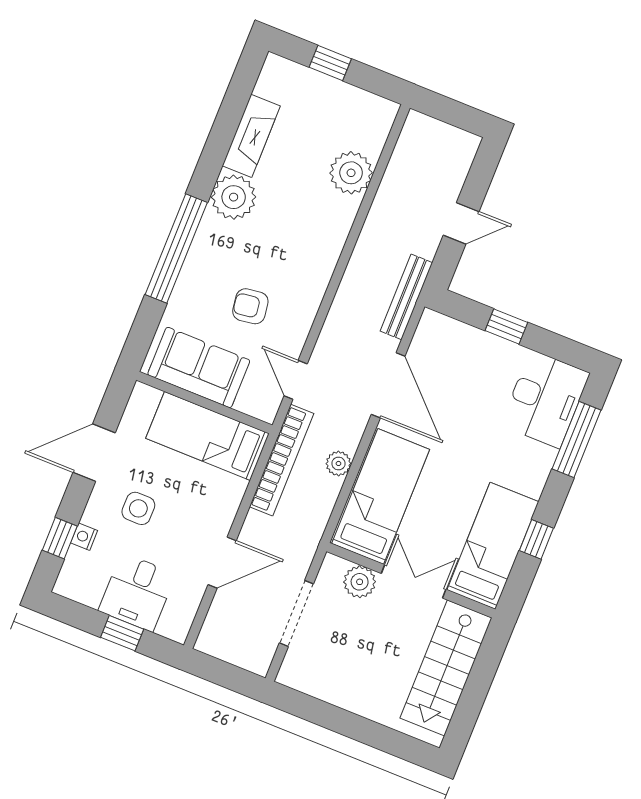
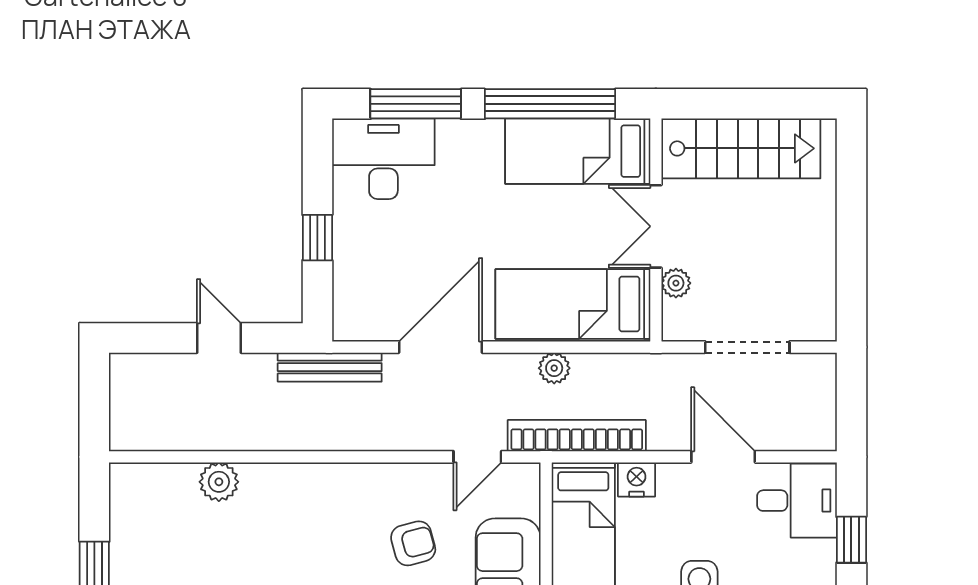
plant: (351, 173) -> (219, 482), width x0.73, depth x0.73
armchair: (250, 306) -> (413, 543), turned -97
nightstand: (231, 491) -> (637, 479), added
window: (536, 539) -> (550, 104), width x3.17
plant: (360, 582) -> (676, 283), width x0.73, depth x0.73
desk: (137, 592) -> (797, 501), moved

